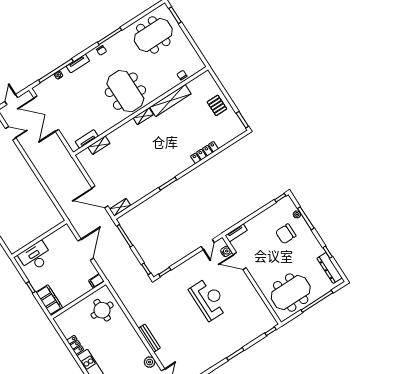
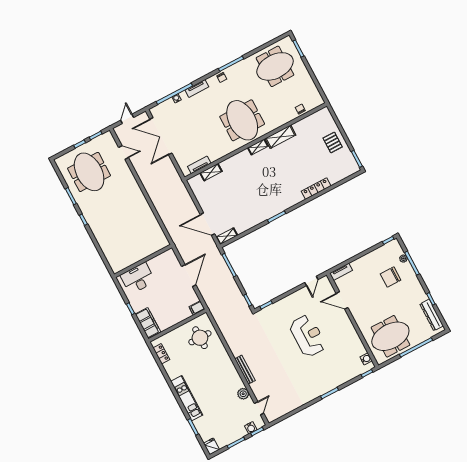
shelving: (170, 101) -> (280, 137), width x0.68
water cooler: (226, 251) -> (366, 359), moved
locker: (75, 345) -> (161, 354), moved

